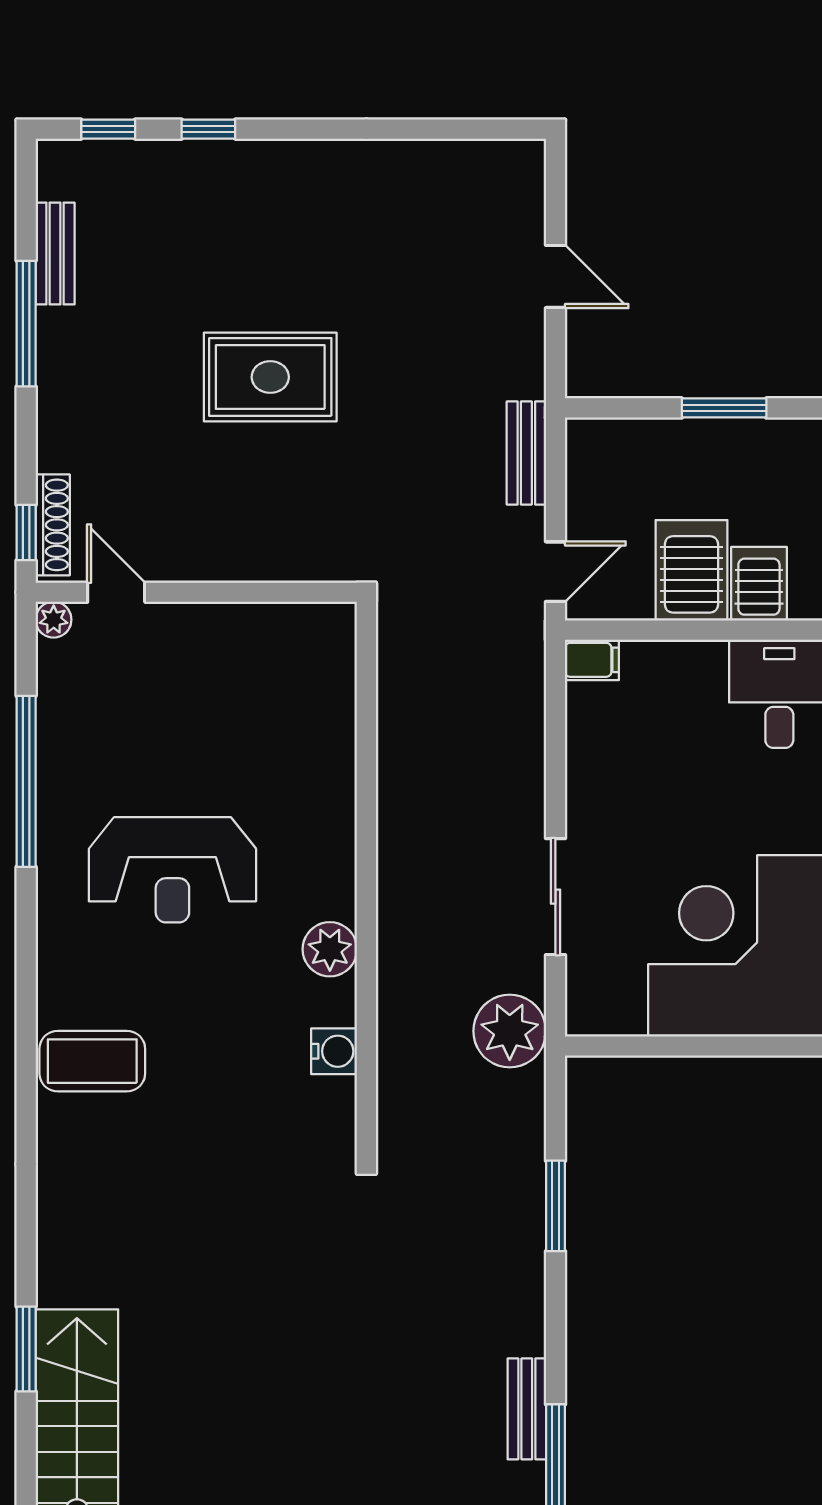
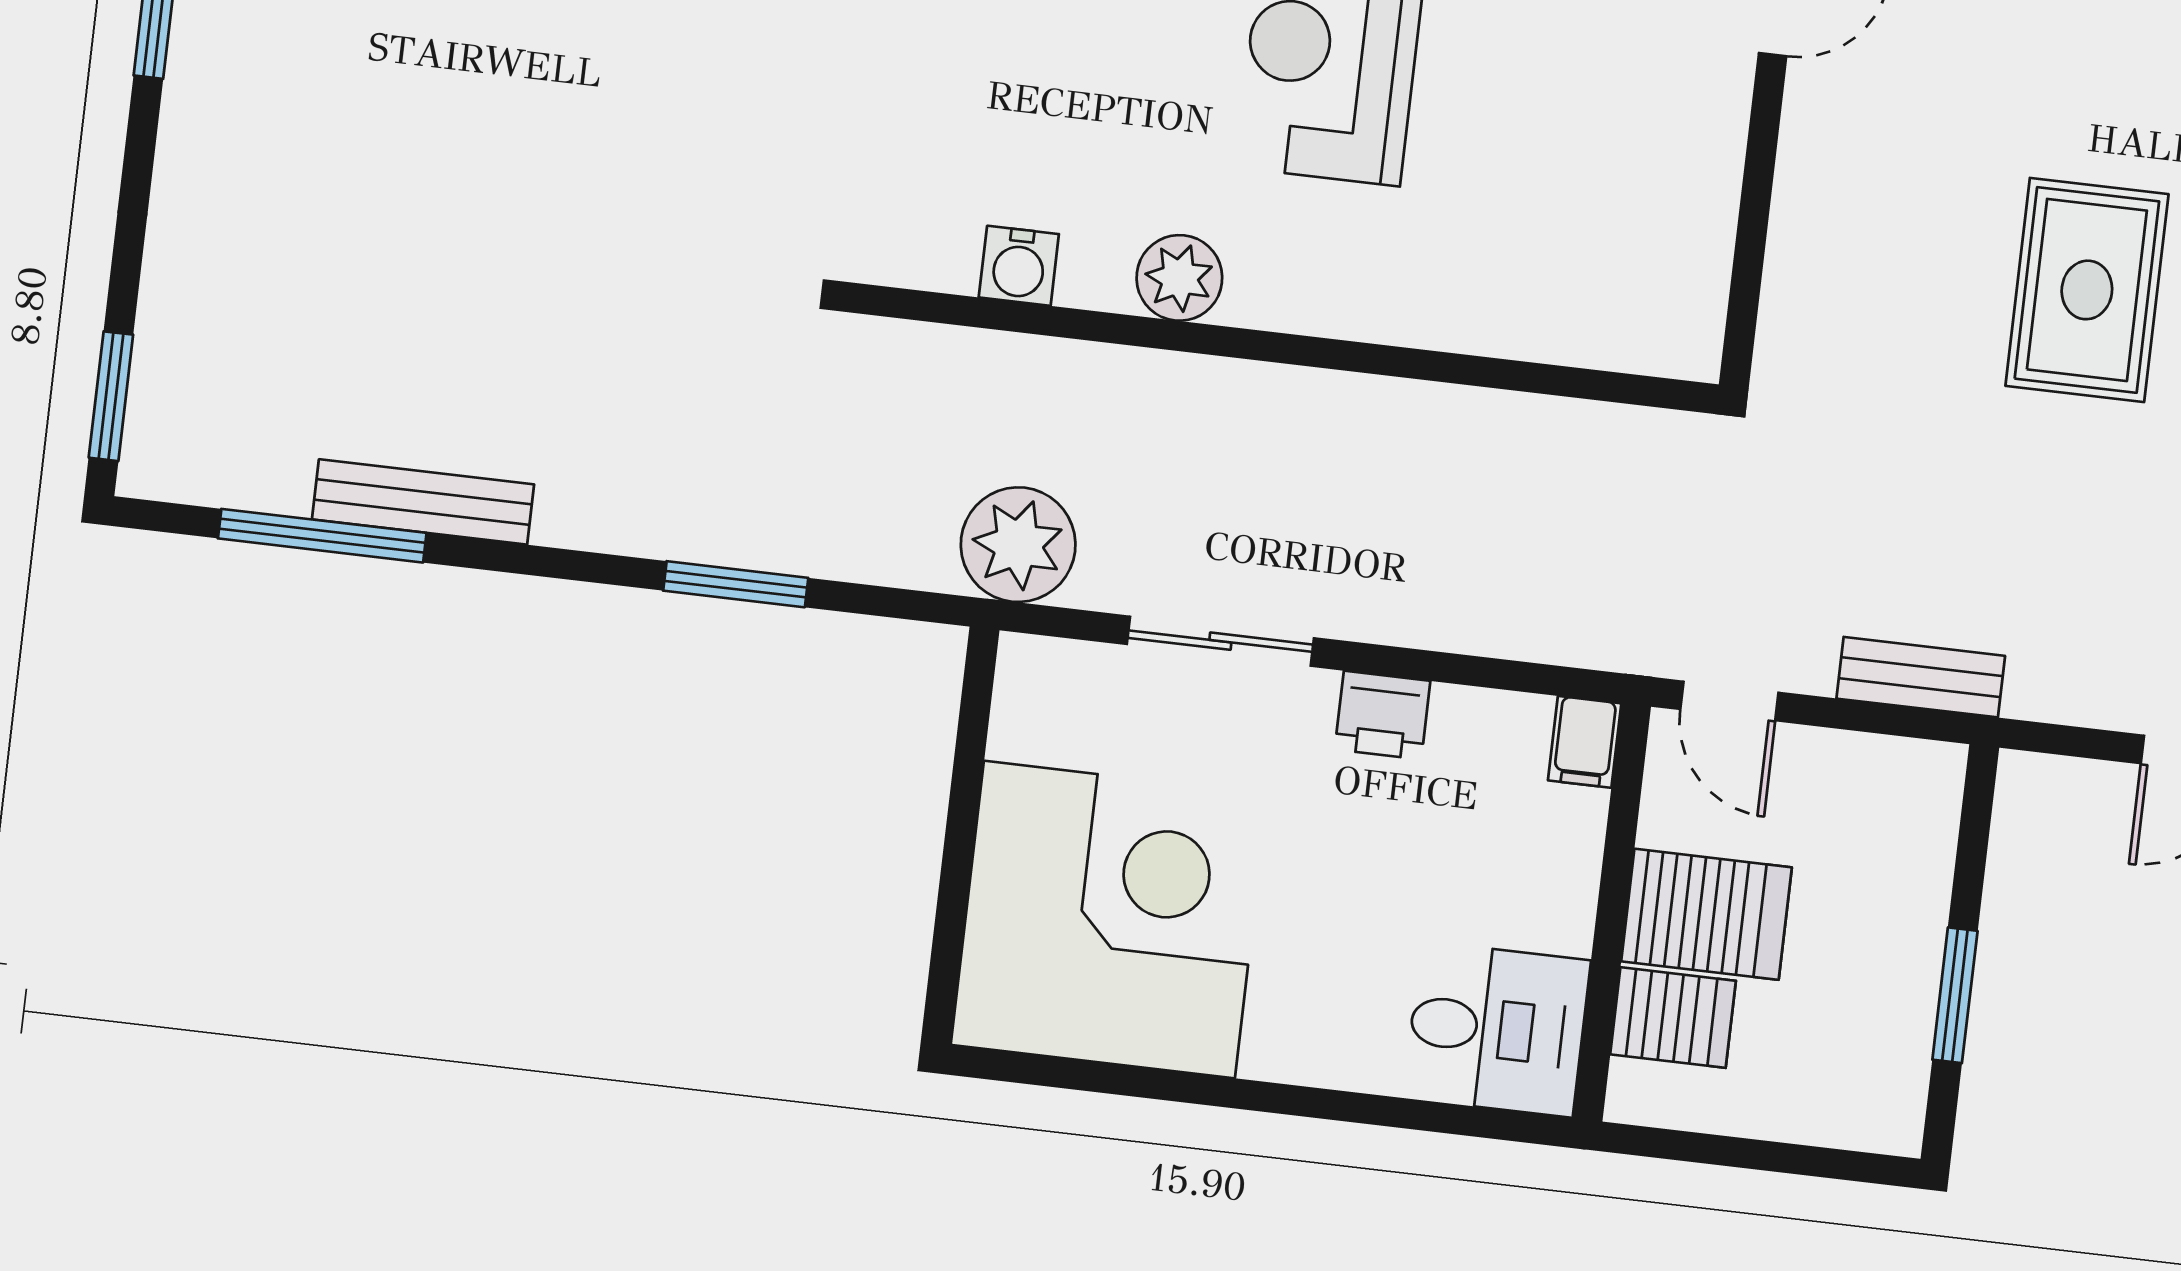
printer: (590, 789) -> (1382, 715), added
bench: (527, 1409) -> (423, 502), width x1.36

